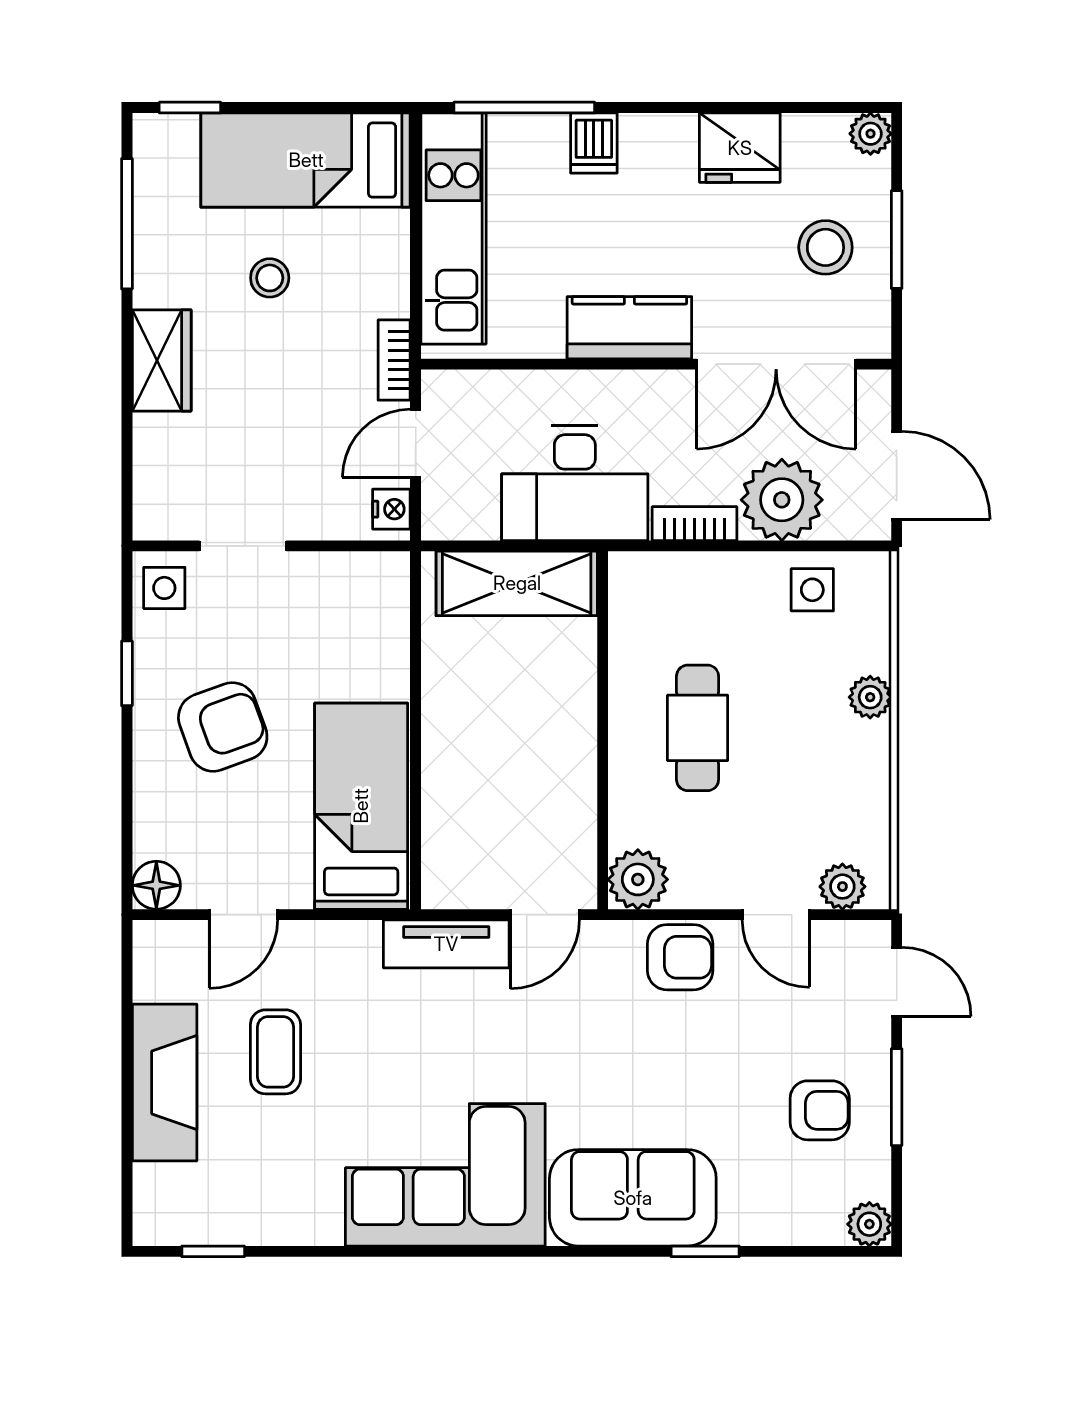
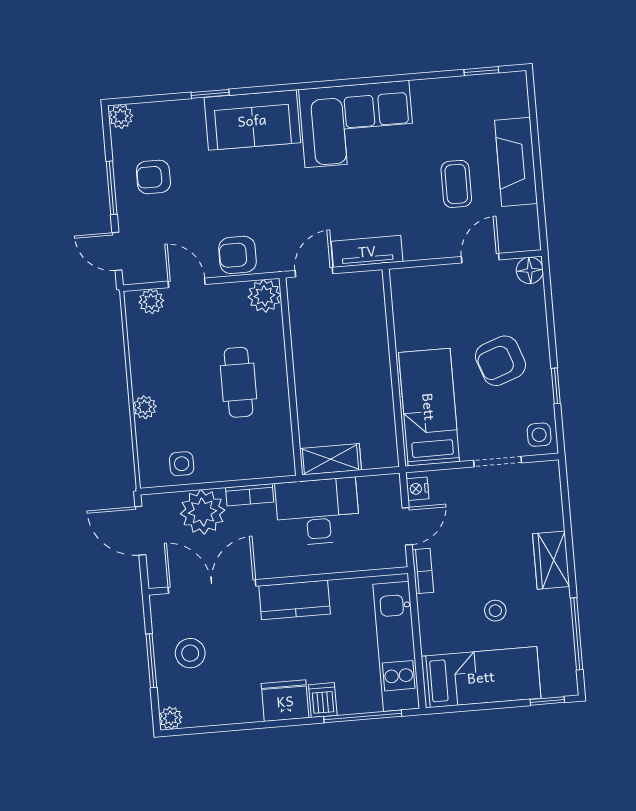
fridge: (740, 148) -> (285, 701), moved
shelving: (517, 583) -> (331, 459), width x0.67, depth x0.75
bed: (361, 806) -> (429, 407), moved, turned 180

